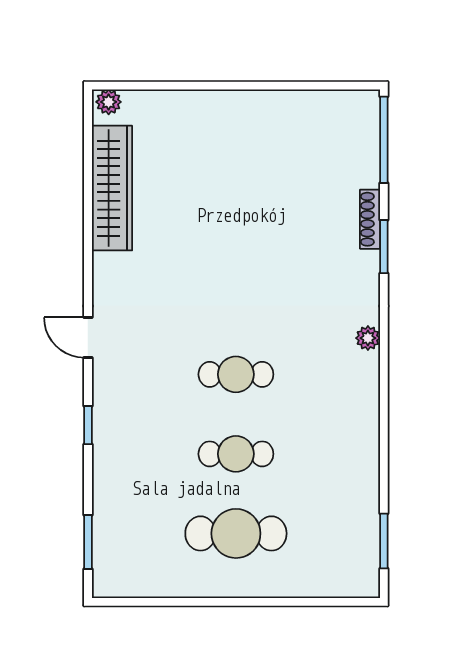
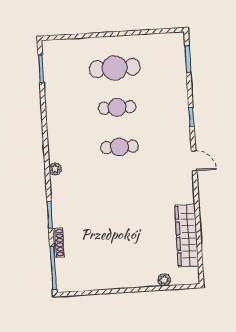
plant: (109, 102) -> (164, 280), moved
shoe rack: (370, 219) -> (59, 243), moved

